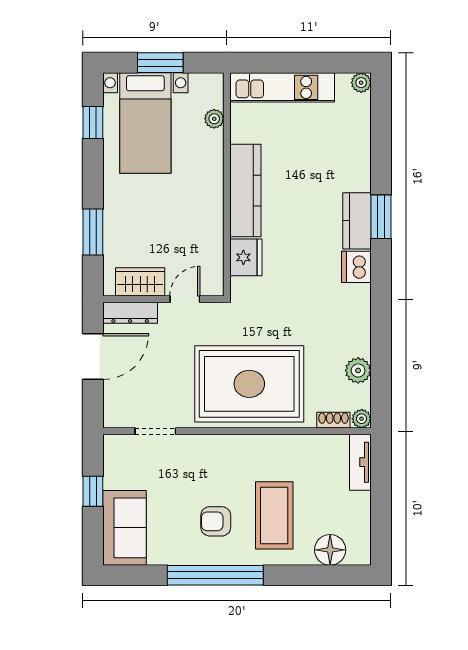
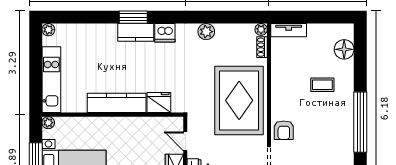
plant: (214, 119) -> (48, 123), moved
plant: (358, 370) -> (206, 32), moved
coffee table: (274, 515) -> (322, 85), width x0.54, depth x0.58
armchair: (216, 521) -> (284, 130), moved

